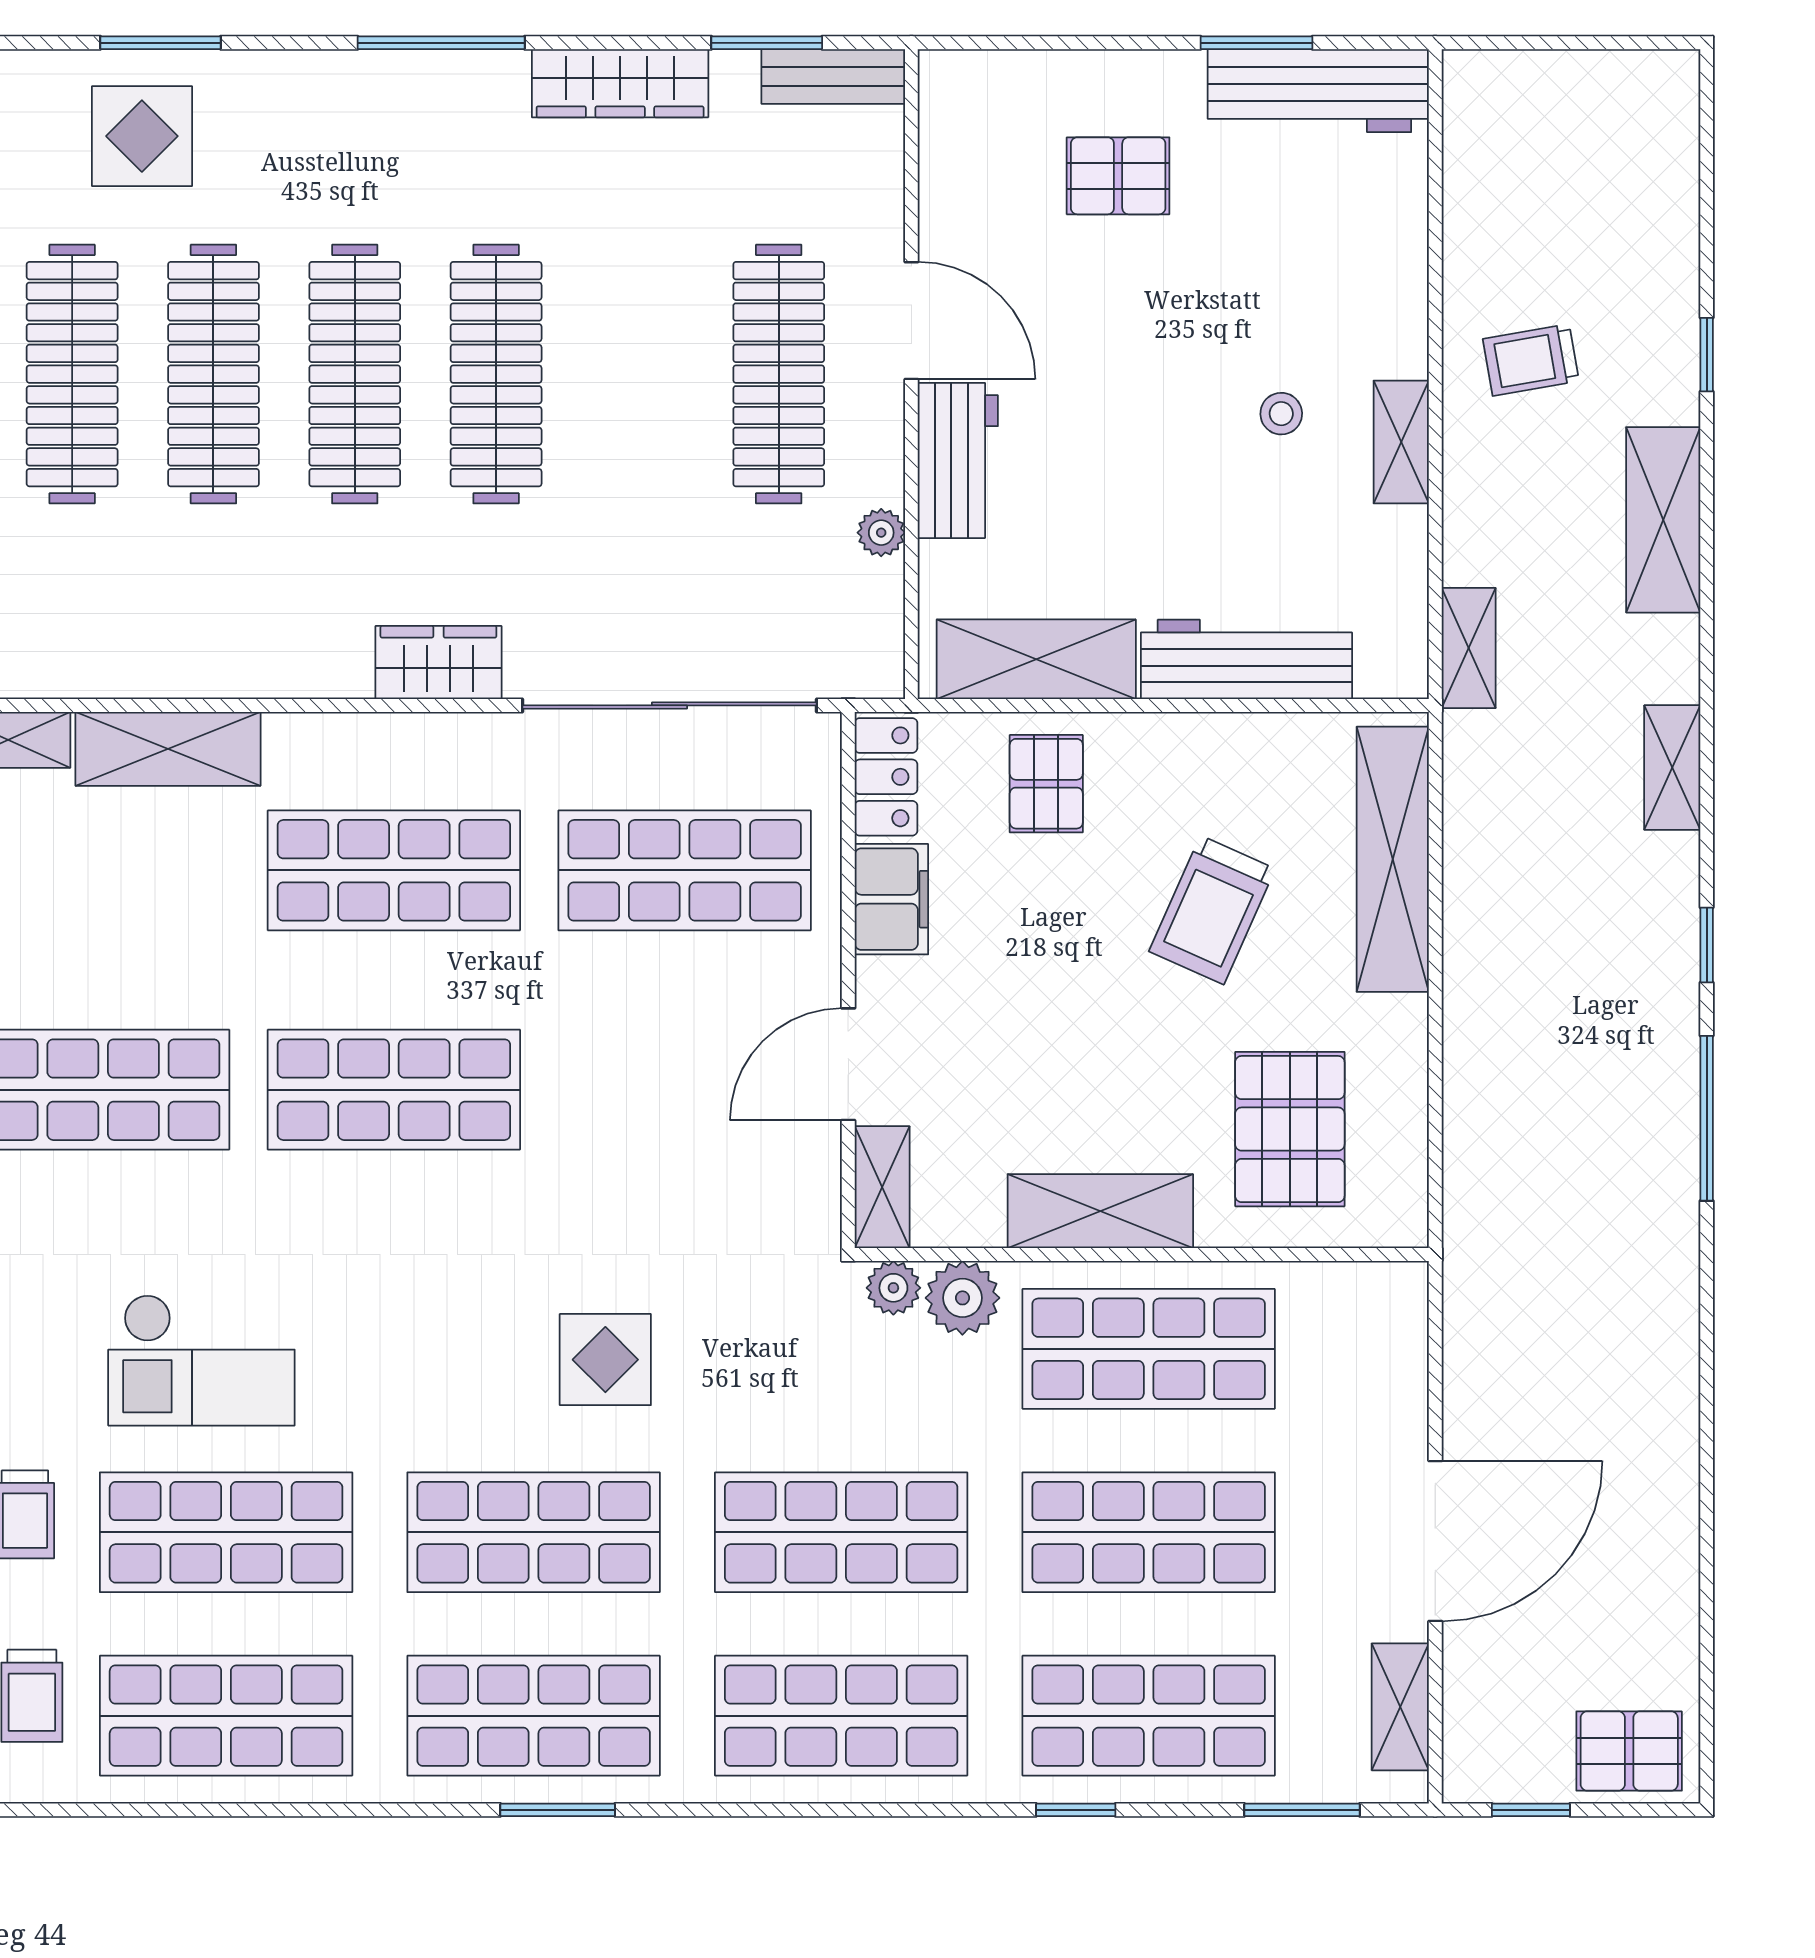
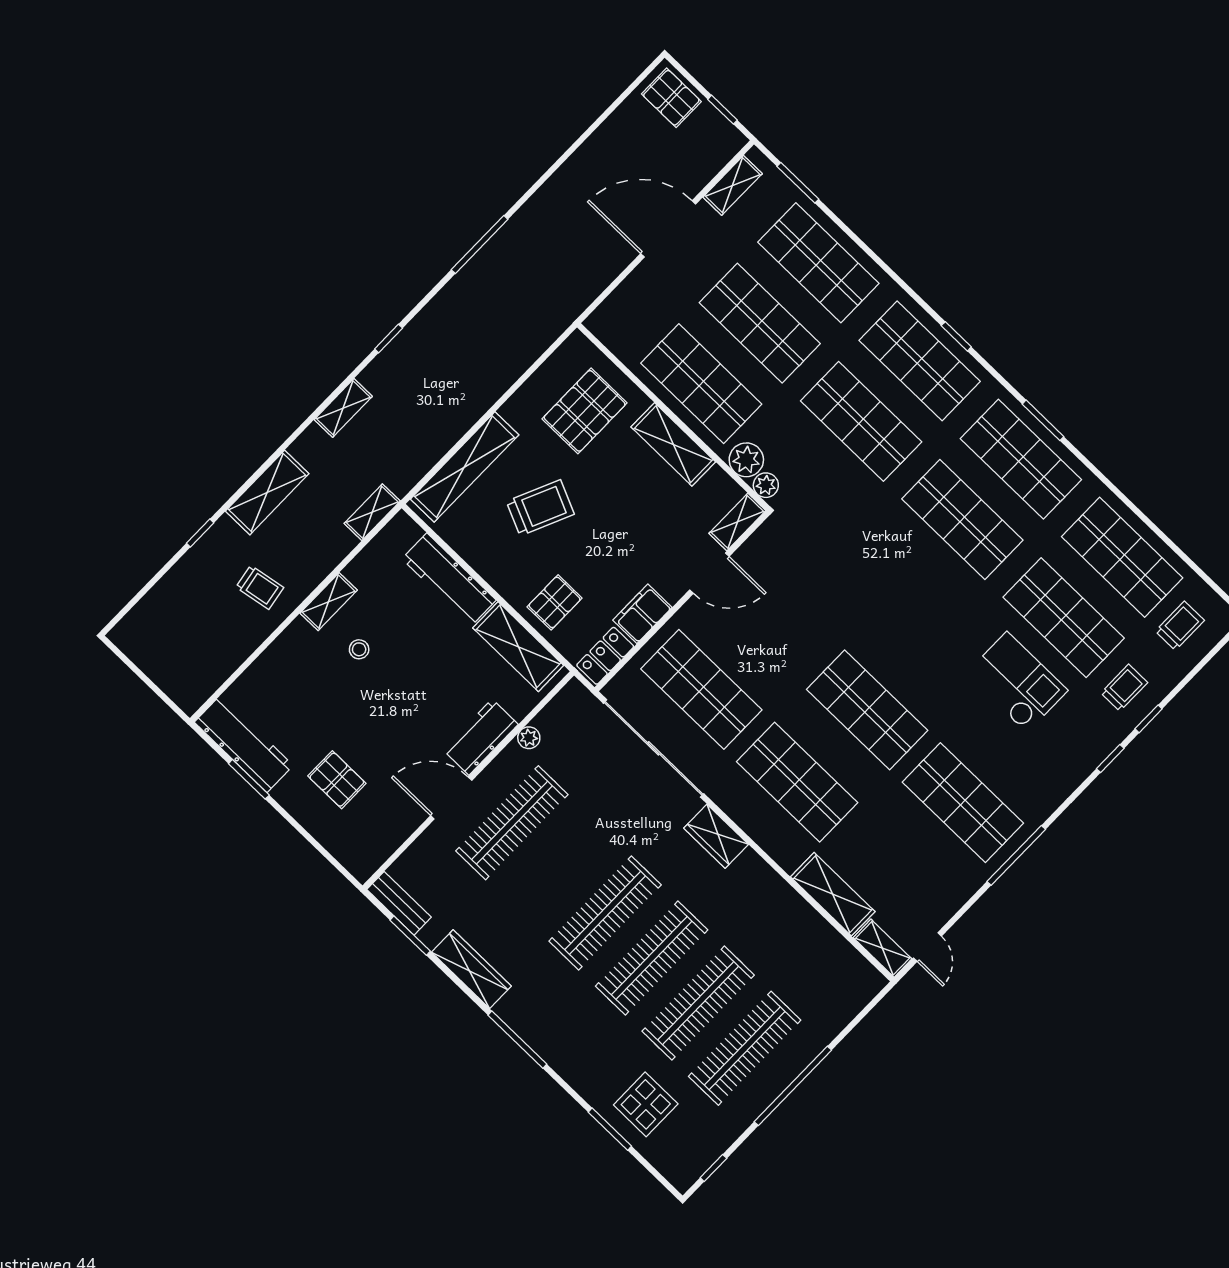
door: (911, 321) -> (451, 798), hinge flipped
window: (1707, 1118) -> (480, 245), moved
display table: (605, 1360) -> (884, 553), removed
window: (1076, 1810) -> (956, 336), moved

